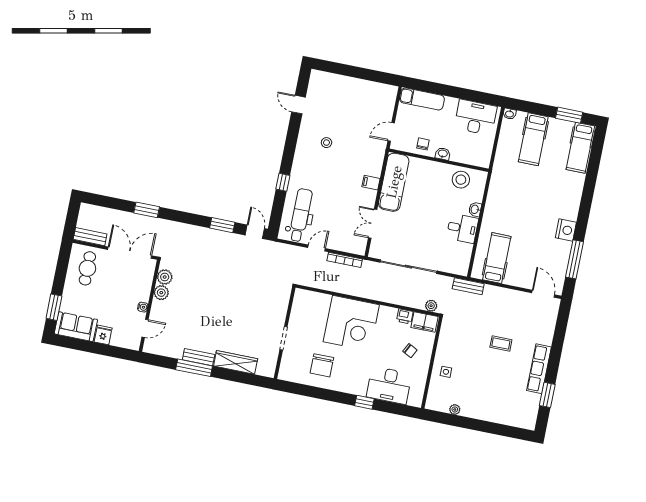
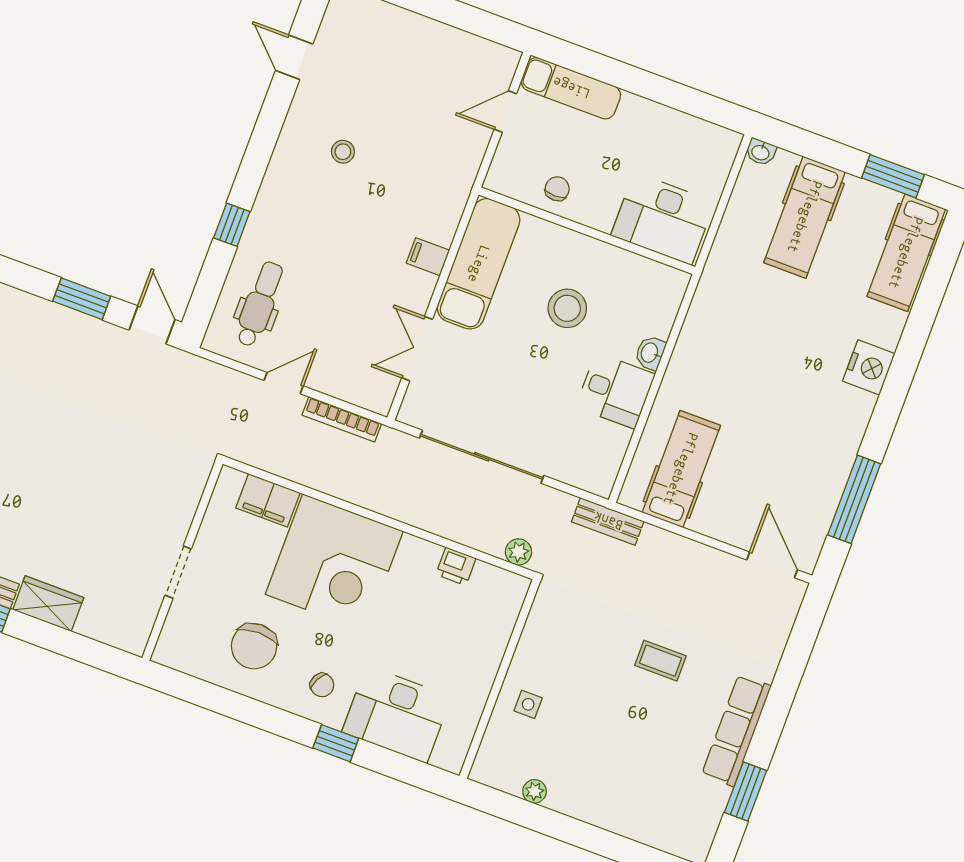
desk: (476, 117) -> (663, 219), moved, turned 180
door: (391, 132) -> (505, 111), moved
washbasin: (443, 154) -> (598, 218), removed
stool: (461, 180) -> (567, 308), moved
dental chair: (301, 215) -> (260, 304), width x0.73, depth x0.72
nightstand: (566, 230) -> (869, 367), moved
filing cabinet: (425, 322) -> (268, 500), moved
chair: (410, 351) -> (322, 685), moved
wardrobe: (236, 362) -> (48, 604), width x0.67

